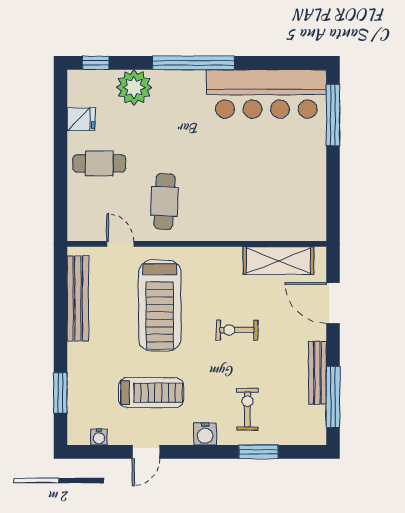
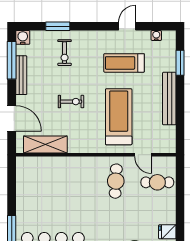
cafe table: (99, 163) -> (157, 182), moved
bench: (78, 298) -> (169, 99), moved
water cooler: (205, 434) -> (23, 37), moved

